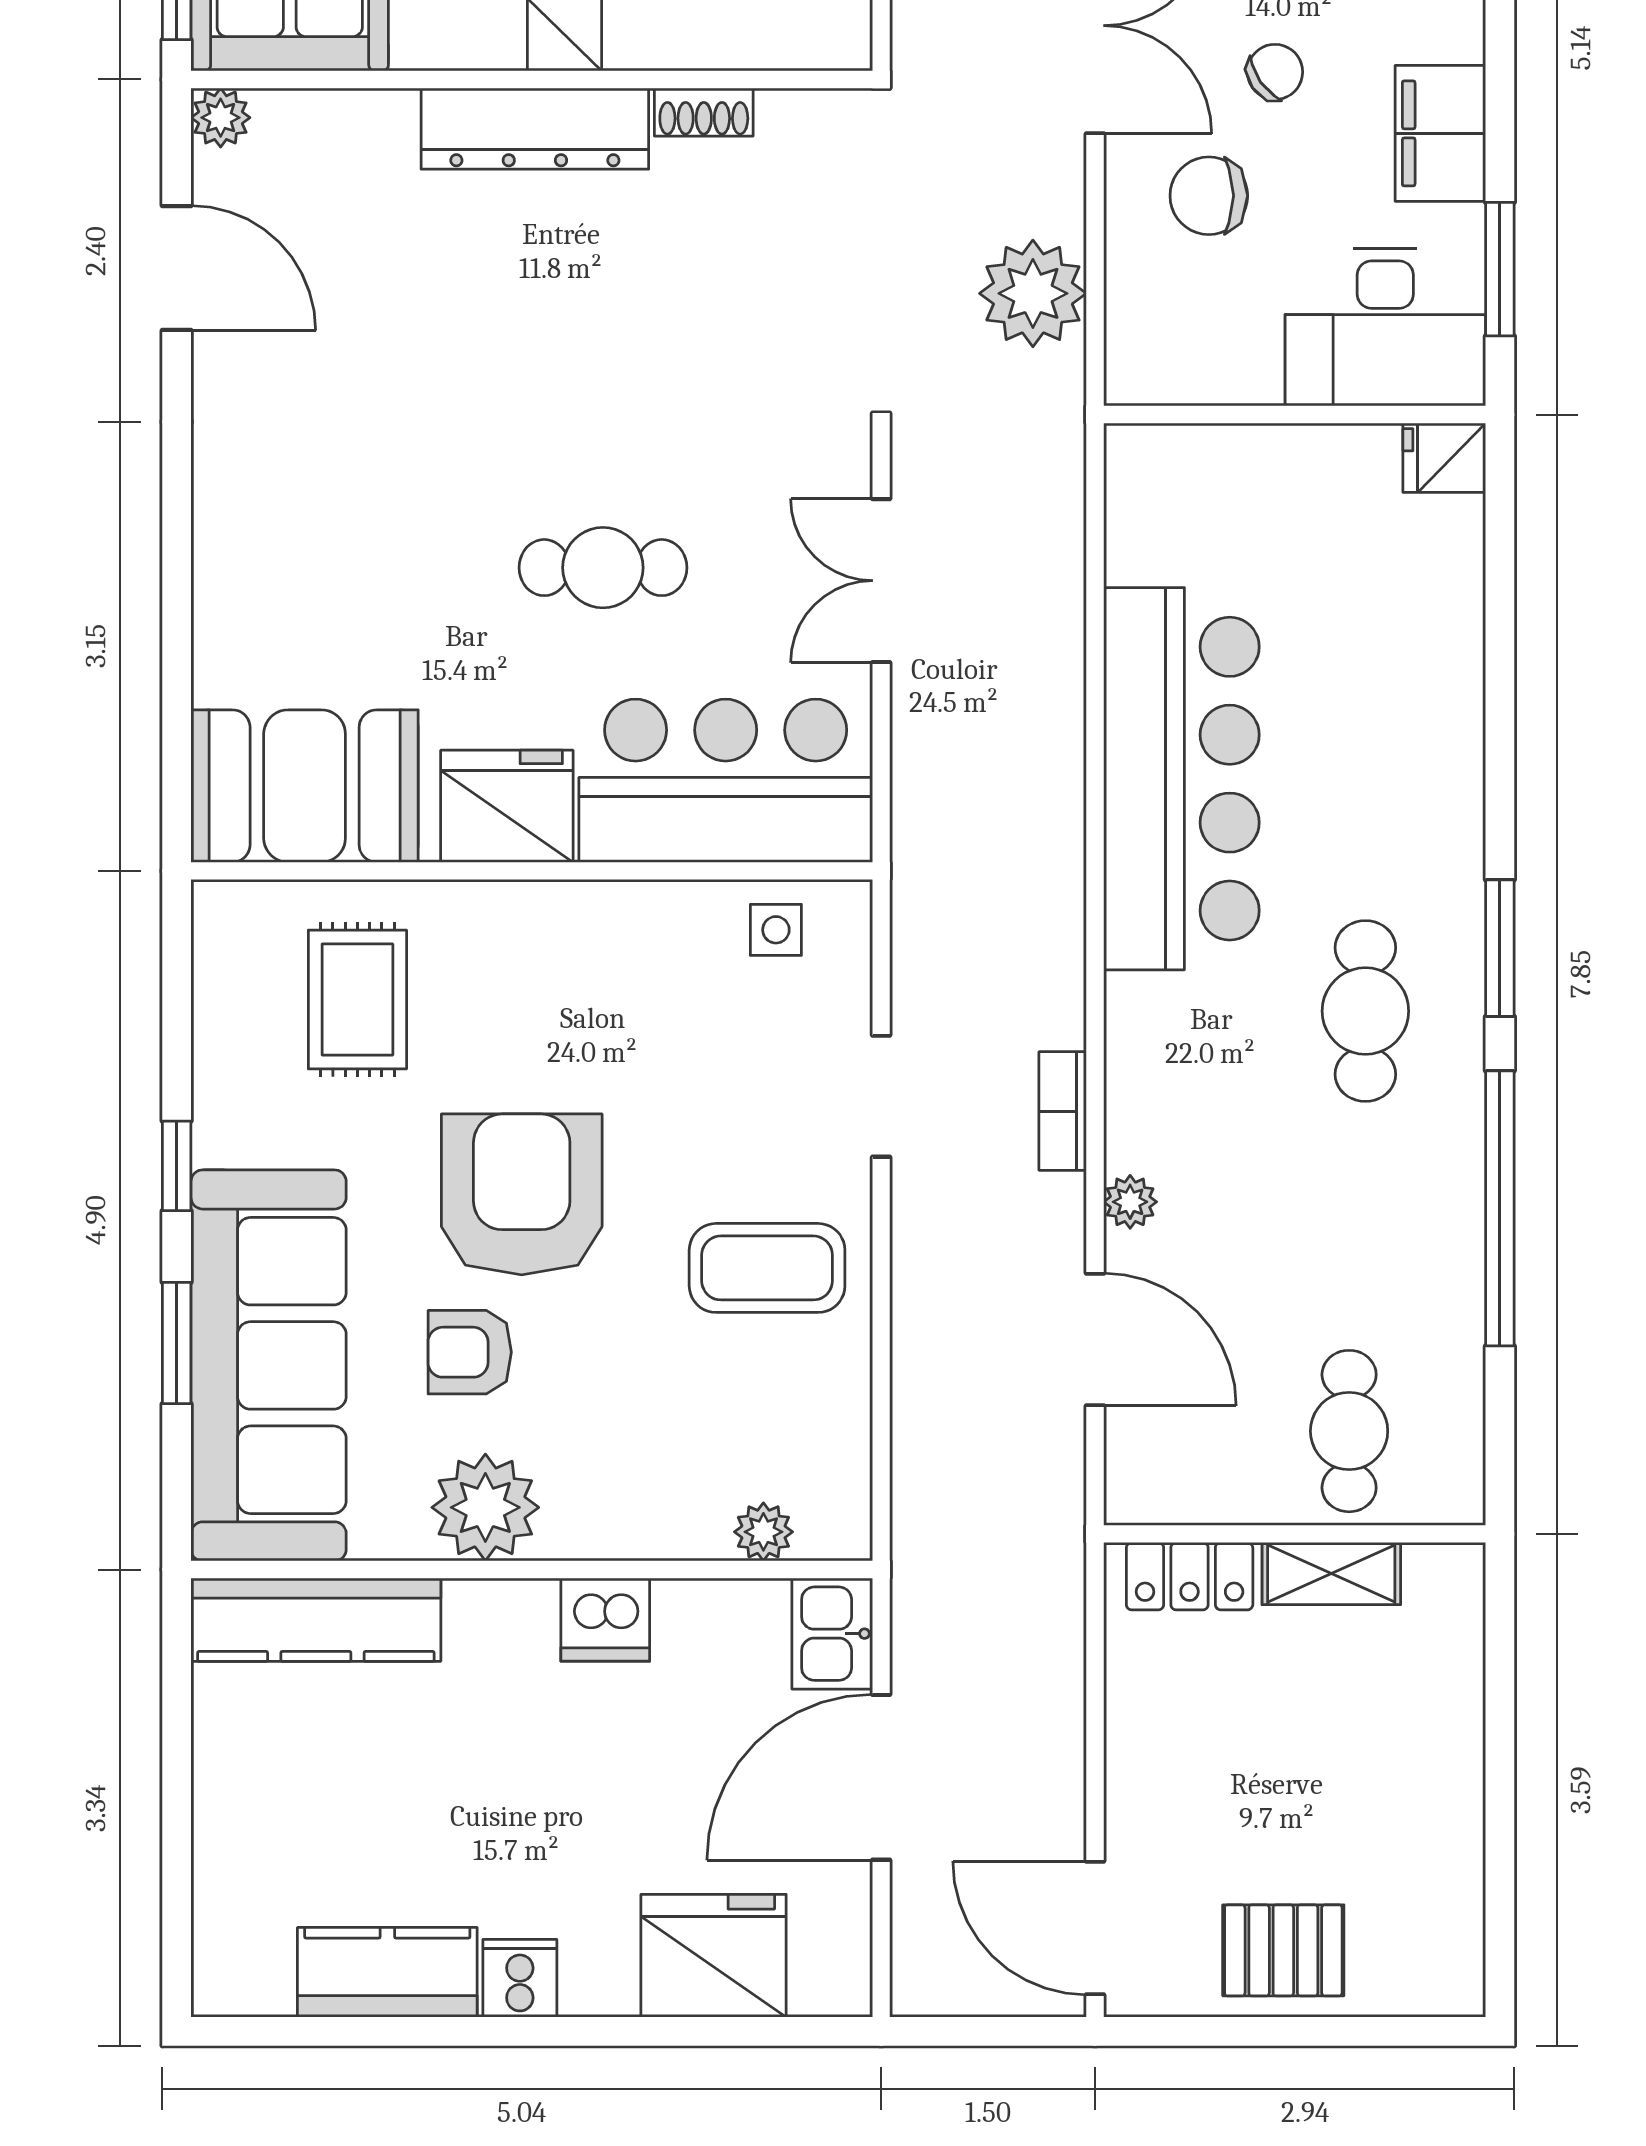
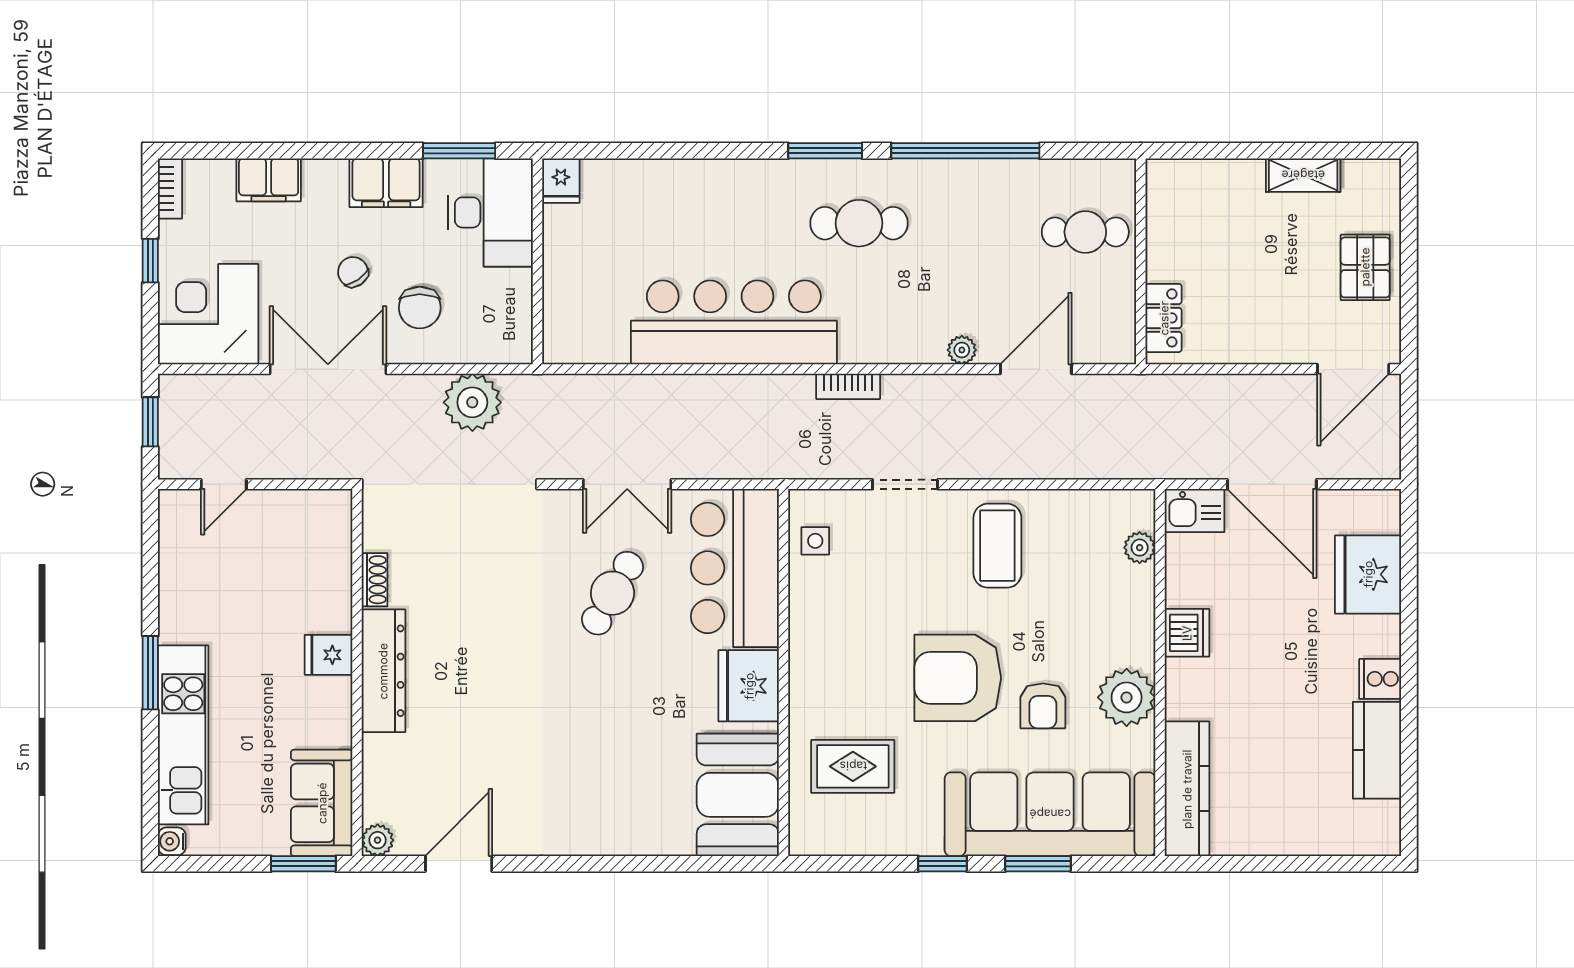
cafe table: (603, 568) -> (612, 593), moved, turned 30
bookcase: (1063, 1111) -> (848, 386), moved
shelving: (1331, 1574) -> (1303, 175), moved, turned 90

